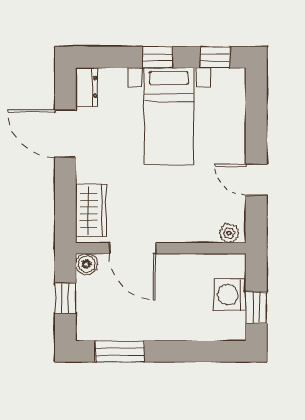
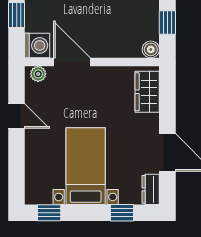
window: (158, 57) -> (122, 213), moved
door: (132, 248) -> (72, 62), moved
washing machine: (230, 295) -> (37, 45), moved

